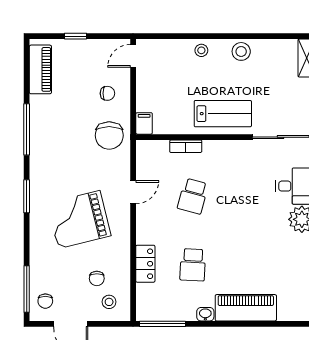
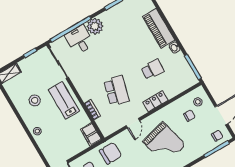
stool: (241, 51) -> (35, 100), moved
filing cabinet: (144, 123) -> (91, 134), width x2.00
door: (133, 192) -> (133, 123), swing flipped
school desk: (193, 196) -> (116, 91), width x1.85
locker: (145, 264) -> (155, 101), moved

